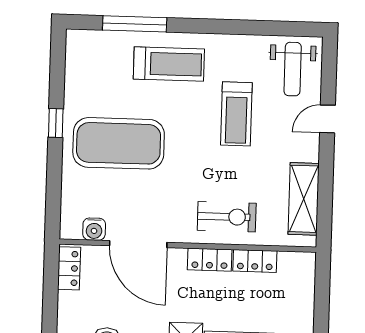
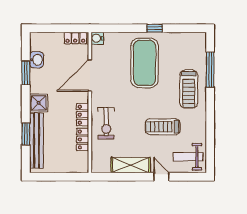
shelving: (304, 199) -> (131, 165), moved
water cooler: (94, 229) -> (97, 38), moved

